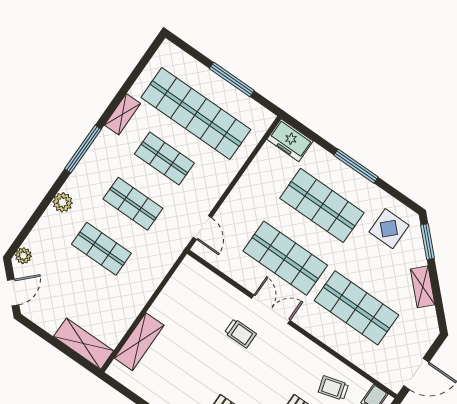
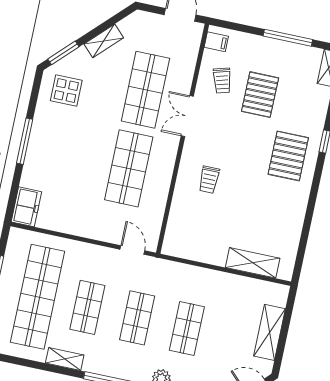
shop shelf: (322, 205) -> (71, 156), removed
door: (202, 228) -> (132, 250), hinge flipped
double door: (271, 309) -> (187, 116), moved
trolley: (240, 333) -> (209, 180), turned 180
shelving: (84, 344) -> (269, 332), moved

